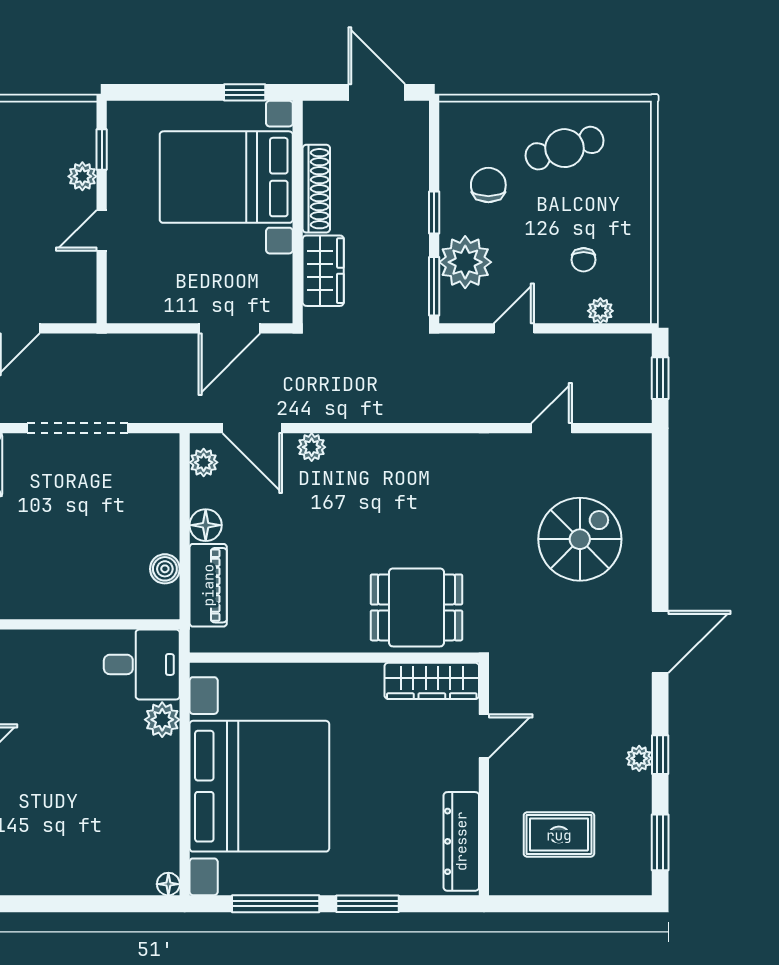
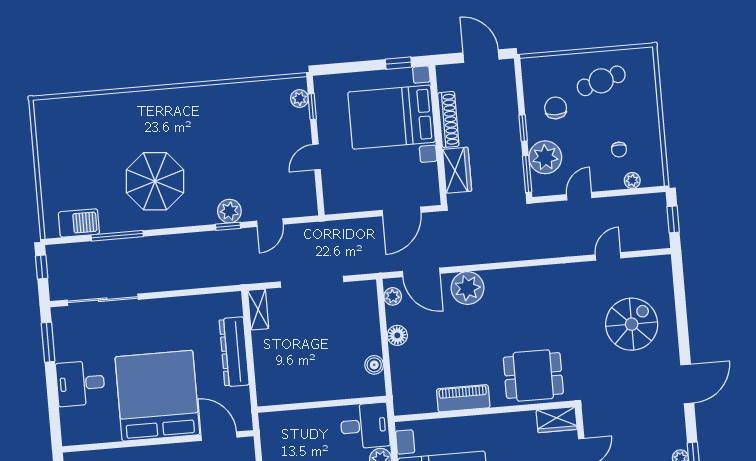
plant: (82, 176) -> (299, 99), moved
plant: (312, 447) -> (467, 288), width x1.88, depth x1.88
piano: (208, 585) -> (463, 398), moved, turned -90
wardrobe: (432, 681) -> (557, 420), width x0.67

